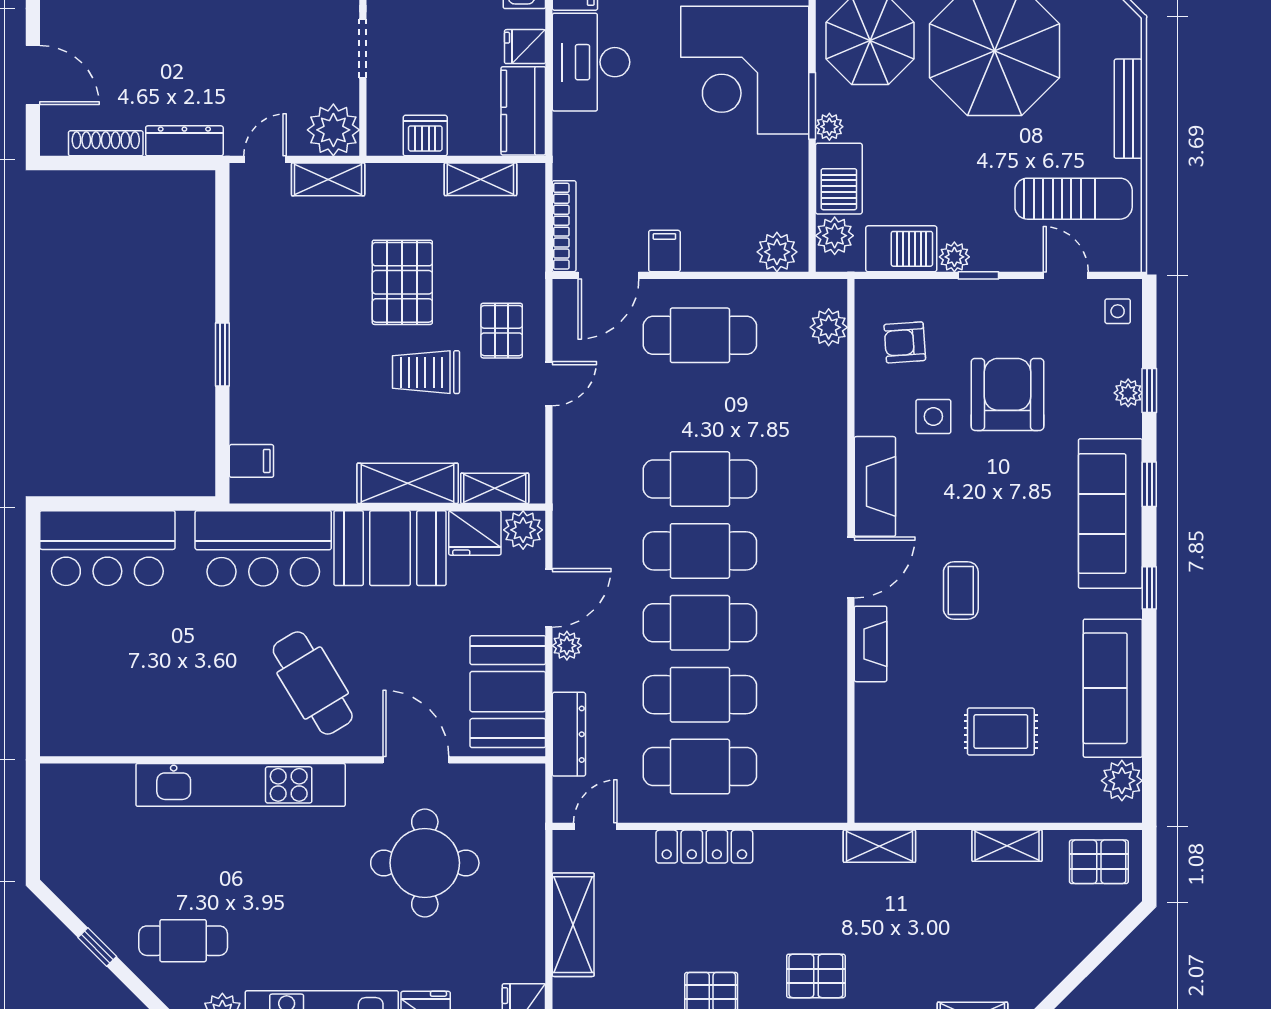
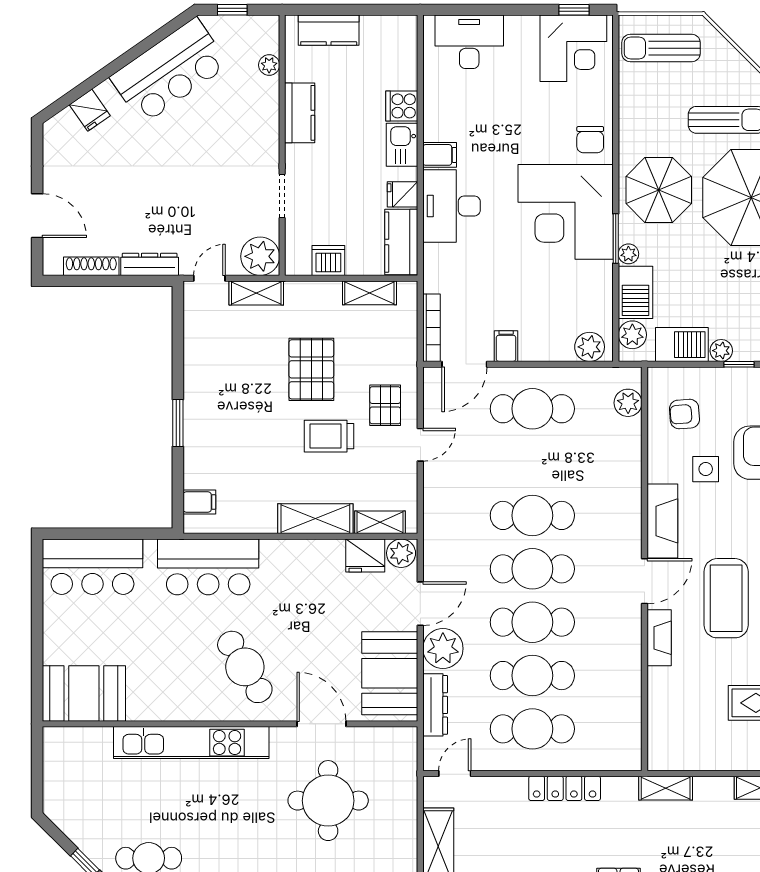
booth: (390, 548) -> (84, 693), moved
coffee table: (961, 591) -> (726, 598), width x1.86, depth x1.72
plant: (567, 646) -> (443, 649), width x1.87, depth x1.87
locker: (704, 847) -> (565, 788), moved

